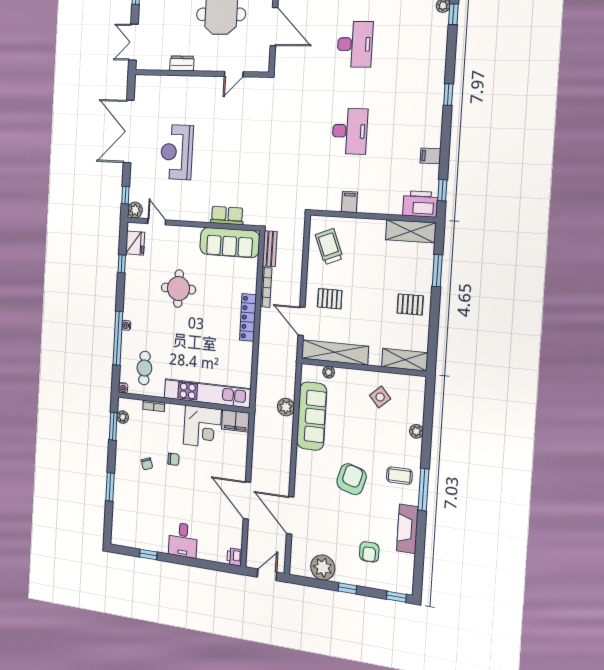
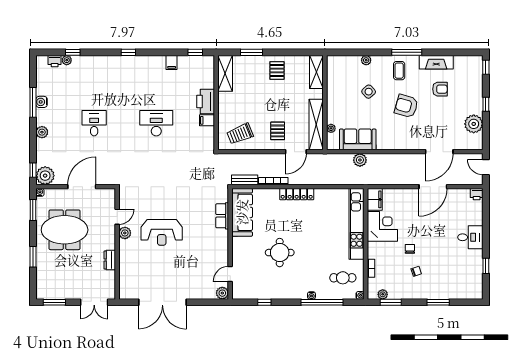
desk: (355, 44) -> (94, 123), width x0.73
door: (234, 74) -> (117, 217), hinge flipped
plant: (213, 84) -> (125, 233), added
reception desk: (177, 152) -> (162, 232), moved
window: (125, 195) -> (211, 302), removed
printer: (420, 204) -> (206, 101), moved
fridge: (135, 243) -> (248, 292), removed
side table: (380, 397) -> (369, 92), moved
sofa: (312, 416) -> (358, 139), width x0.73
armchair: (369, 552) -> (440, 89), moved

